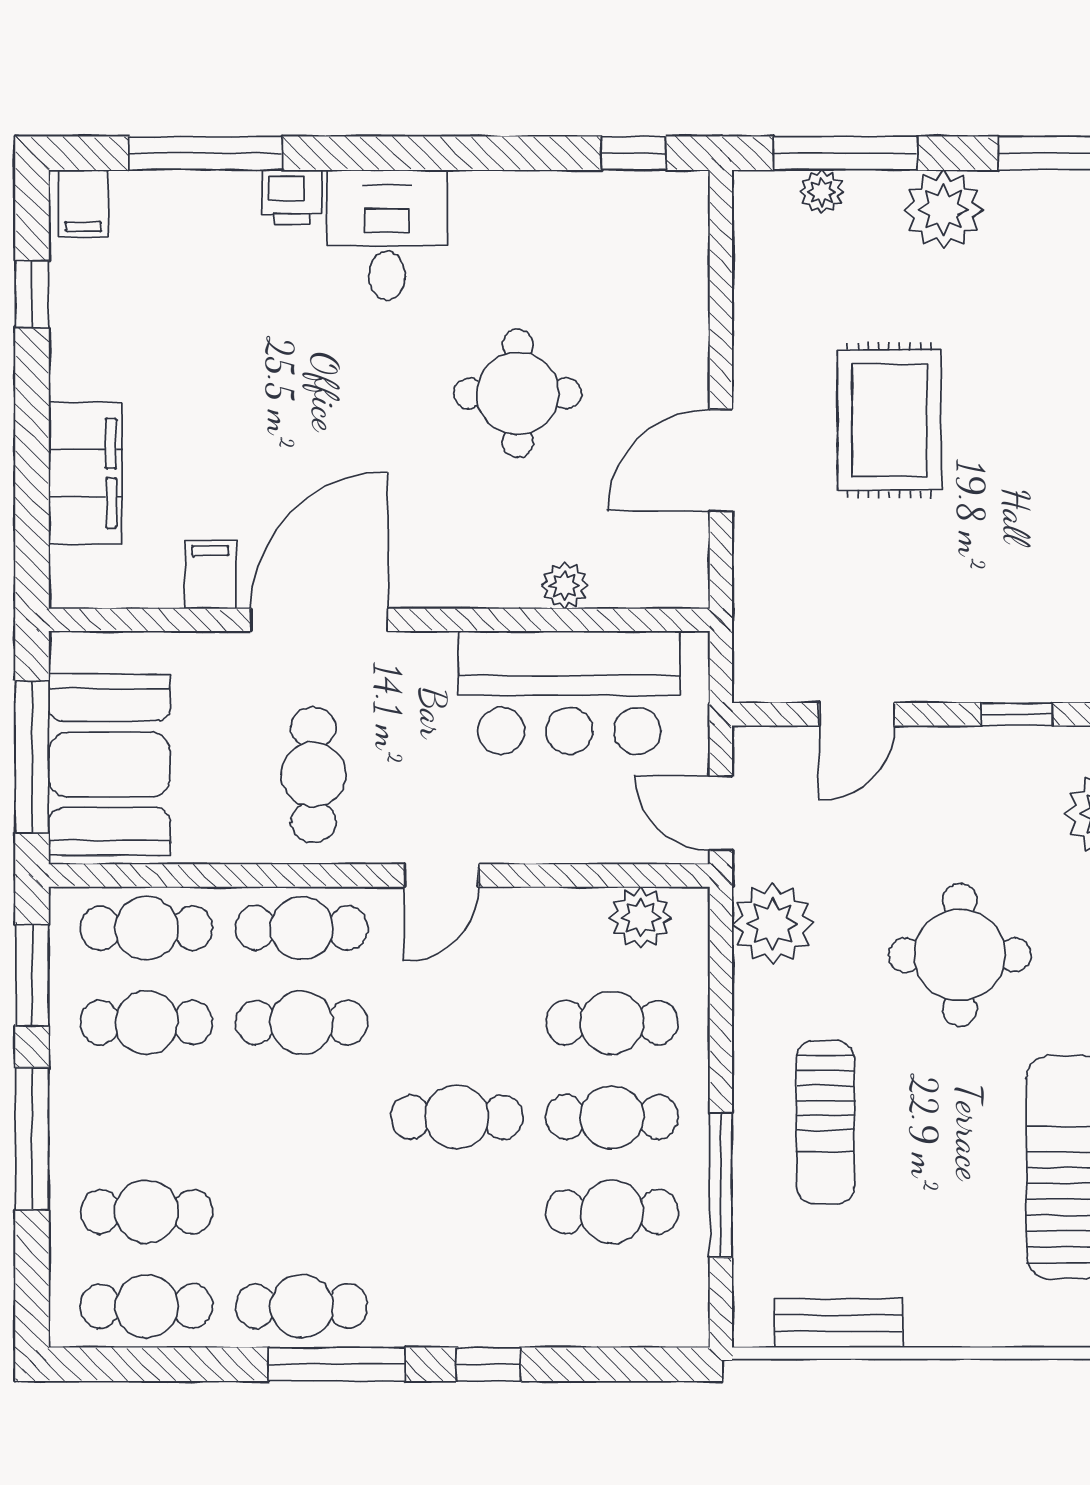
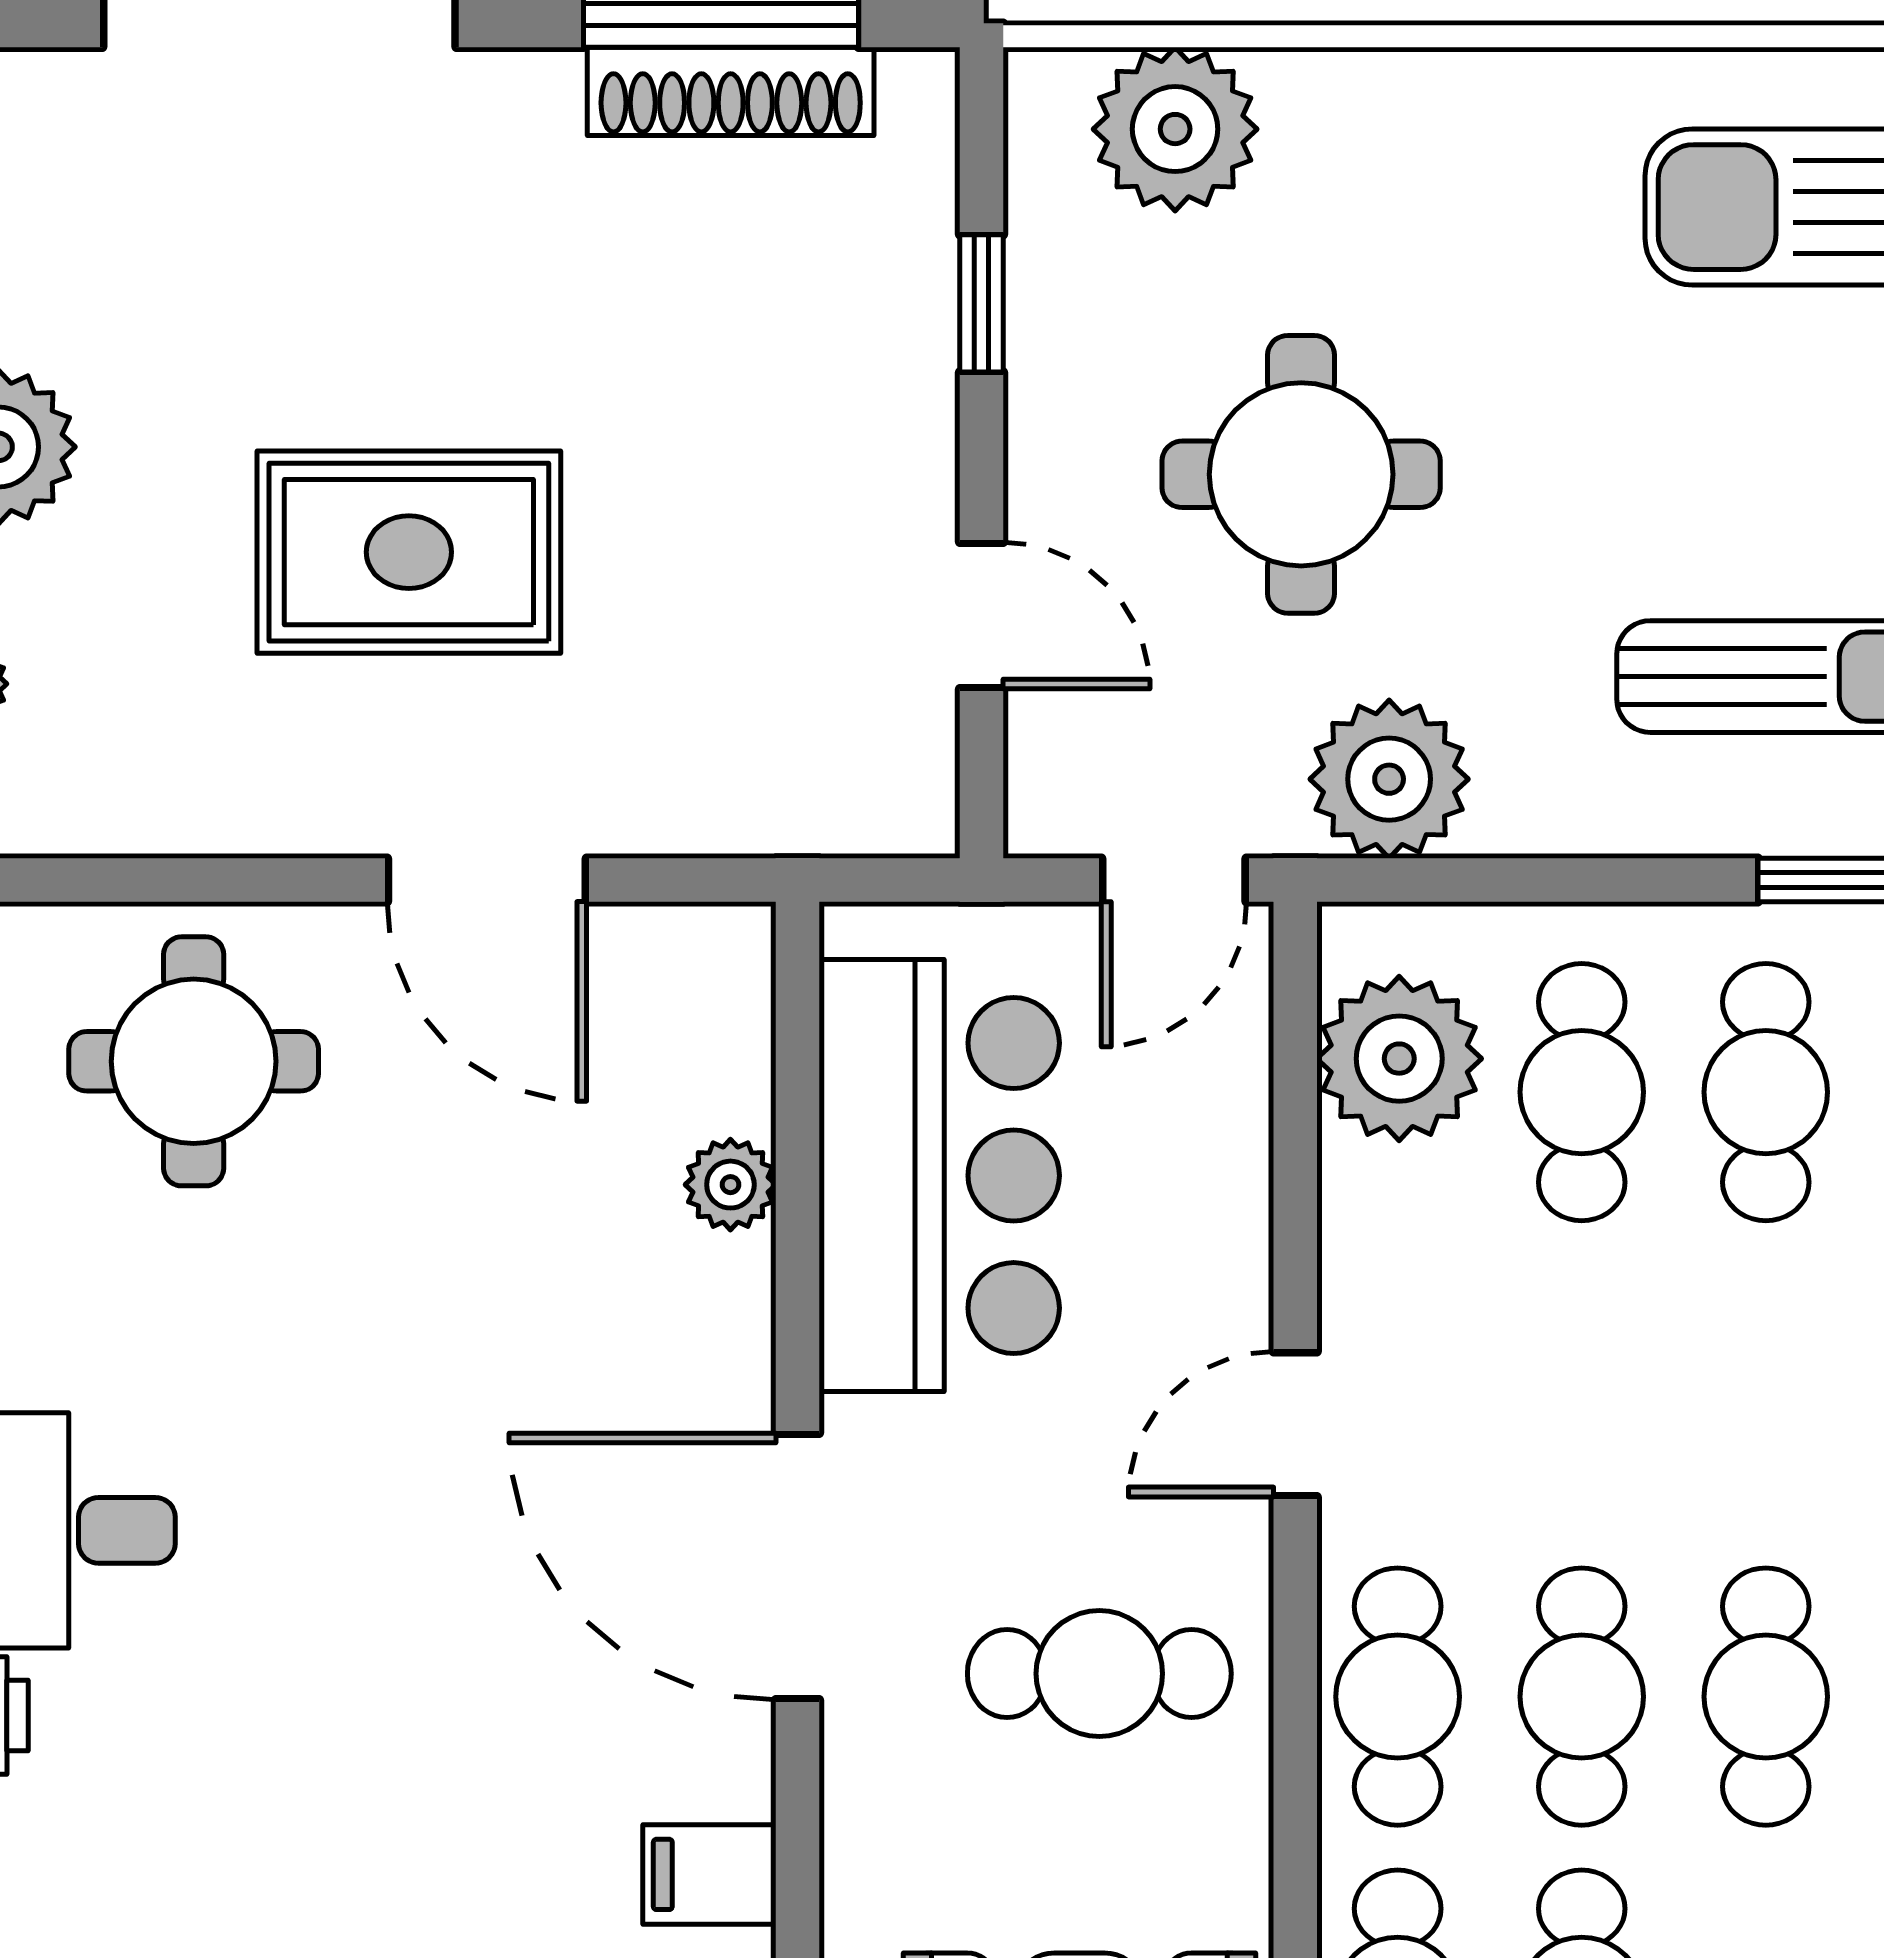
round table: (518, 393) -> (194, 1061), moved
door: (319, 620) -> (798, 1567), moved
door: (441, 875) -> (1295, 1424), swing flipped
plant: (640, 918) -> (1399, 1059), width x1.36, depth x1.36
round table: (960, 955) -> (1301, 474), moved
cafe table: (457, 1117) -> (1766, 1697), moved

